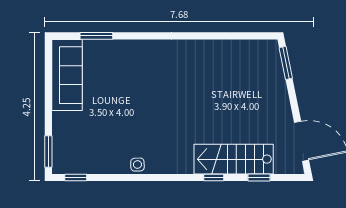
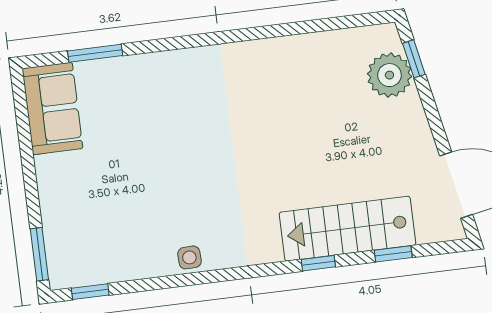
window: (286, 63) -> (414, 59), width x0.67
plant: (270, 71) -> (389, 75), added
sofa: (67, 75) -> (52, 108), width x0.73

